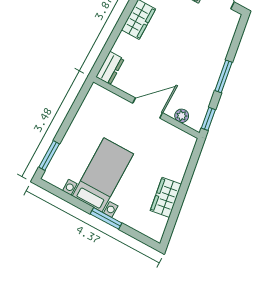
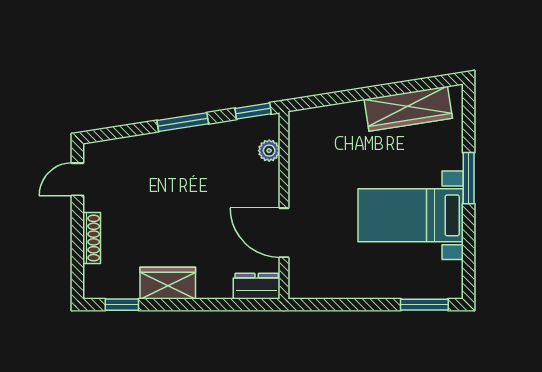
door: (148, 108) -> (284, 233), moved
wardrobe: (166, 197) -> (408, 109), width x1.50

